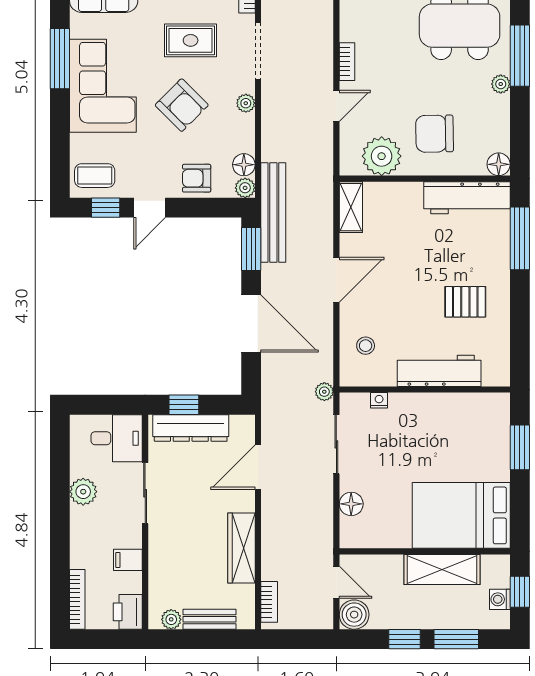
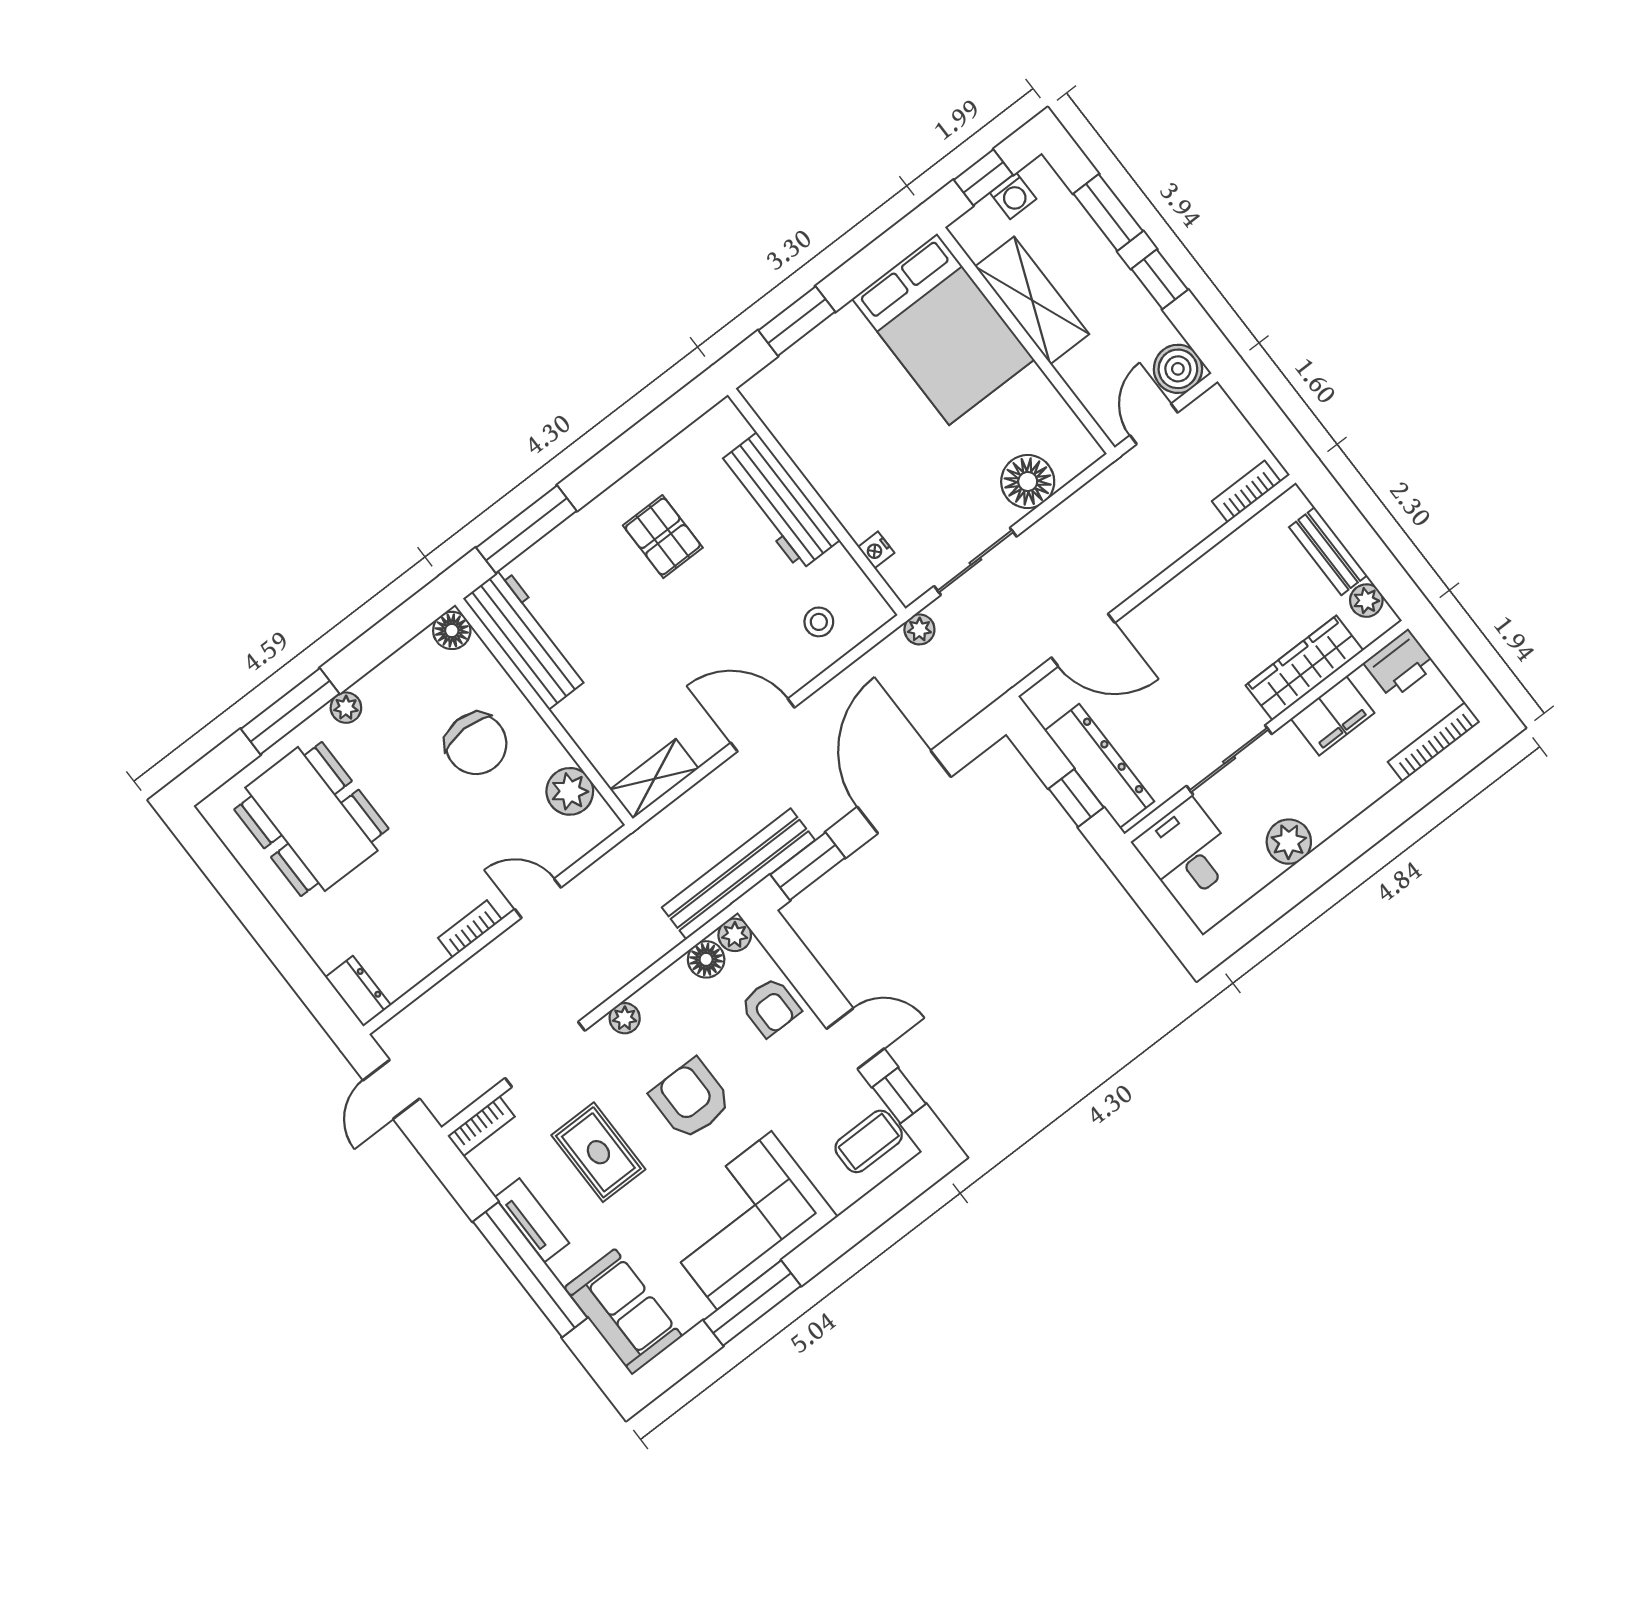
armchair: (182, 105) -> (691, 1099), turned -45
plant: (382, 156) -> (570, 791), width x0.73, depth x0.73
coffee table: (95, 176) -> (869, 1141), turned 90
floor lamp: (351, 504) -> (1028, 482), width x1.38, depth x1.38
wardrobe: (241, 548) -> (1304, 668), moved, turned 180
filing cabinet: (128, 560) -> (1333, 716), width x2.00

